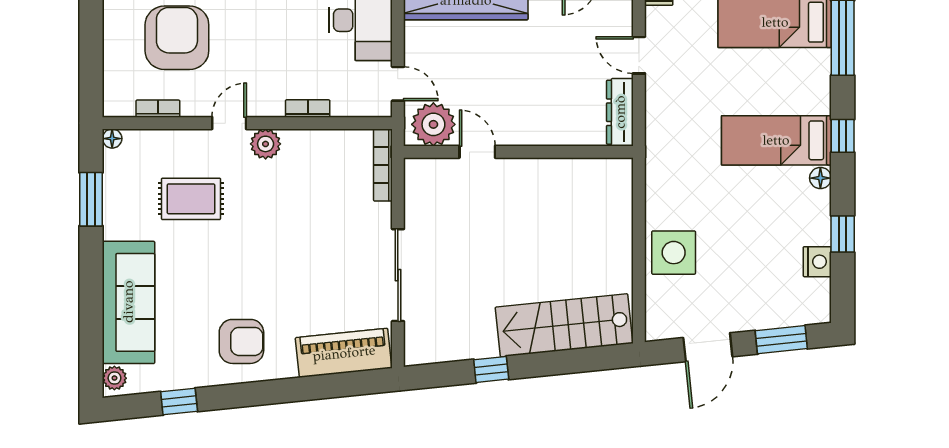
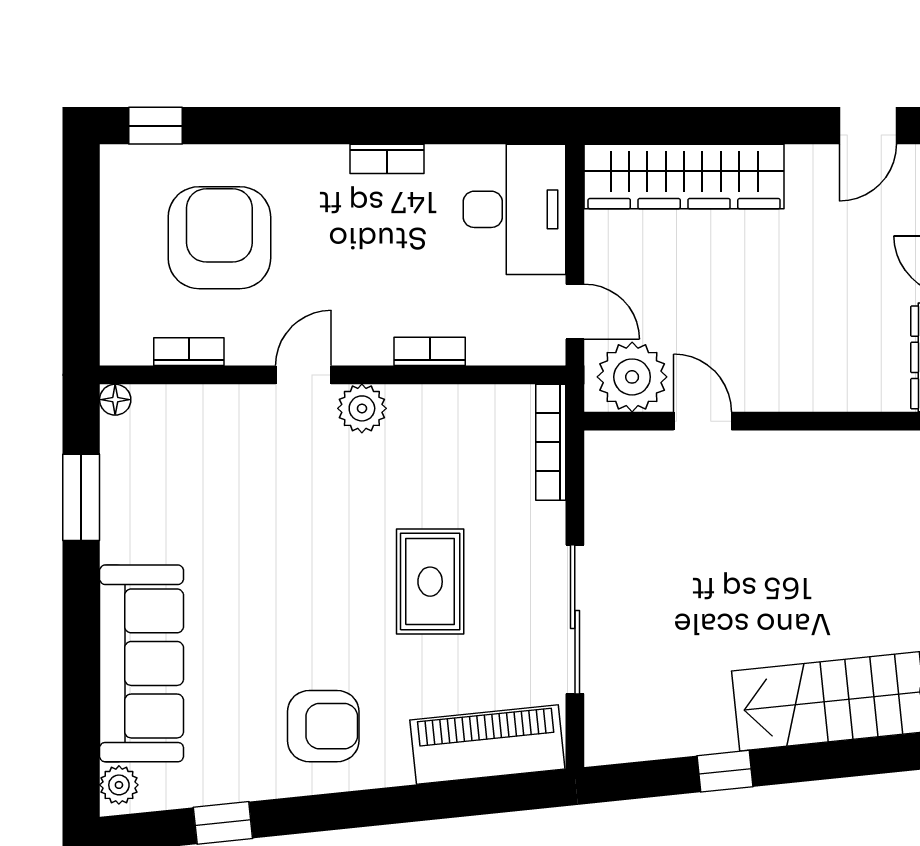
rug: (191, 199) -> (430, 582), moved, turned 90

